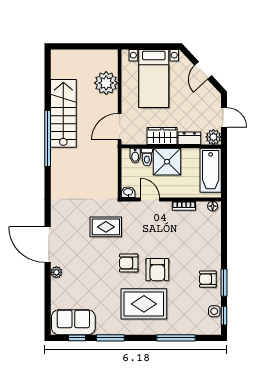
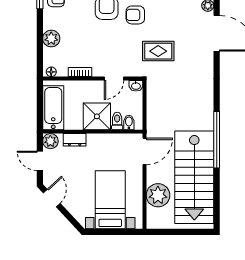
door: (203, 70) -> (52, 198), moved
stairs: (63, 113) -> (194, 177), width x1.36, depth x1.51
wardrobe: (162, 136) -> (102, 142), removed
door: (150, 199) -> (114, 79), hinge flipped
plant: (213, 239) -> (51, 39), added
armchair: (129, 263) -> (135, 15), turned 180

